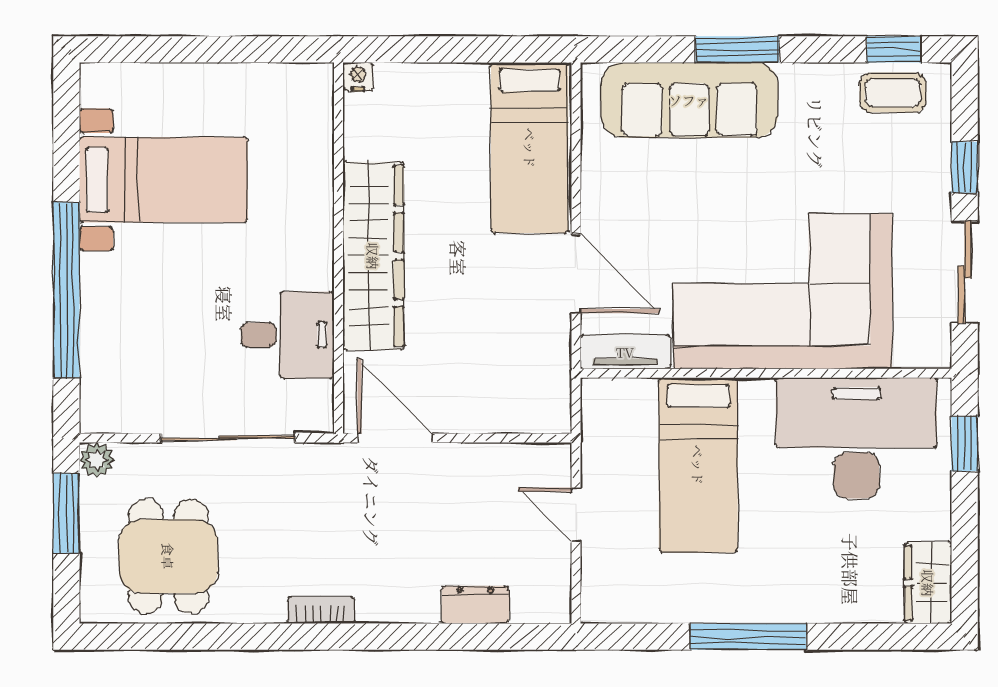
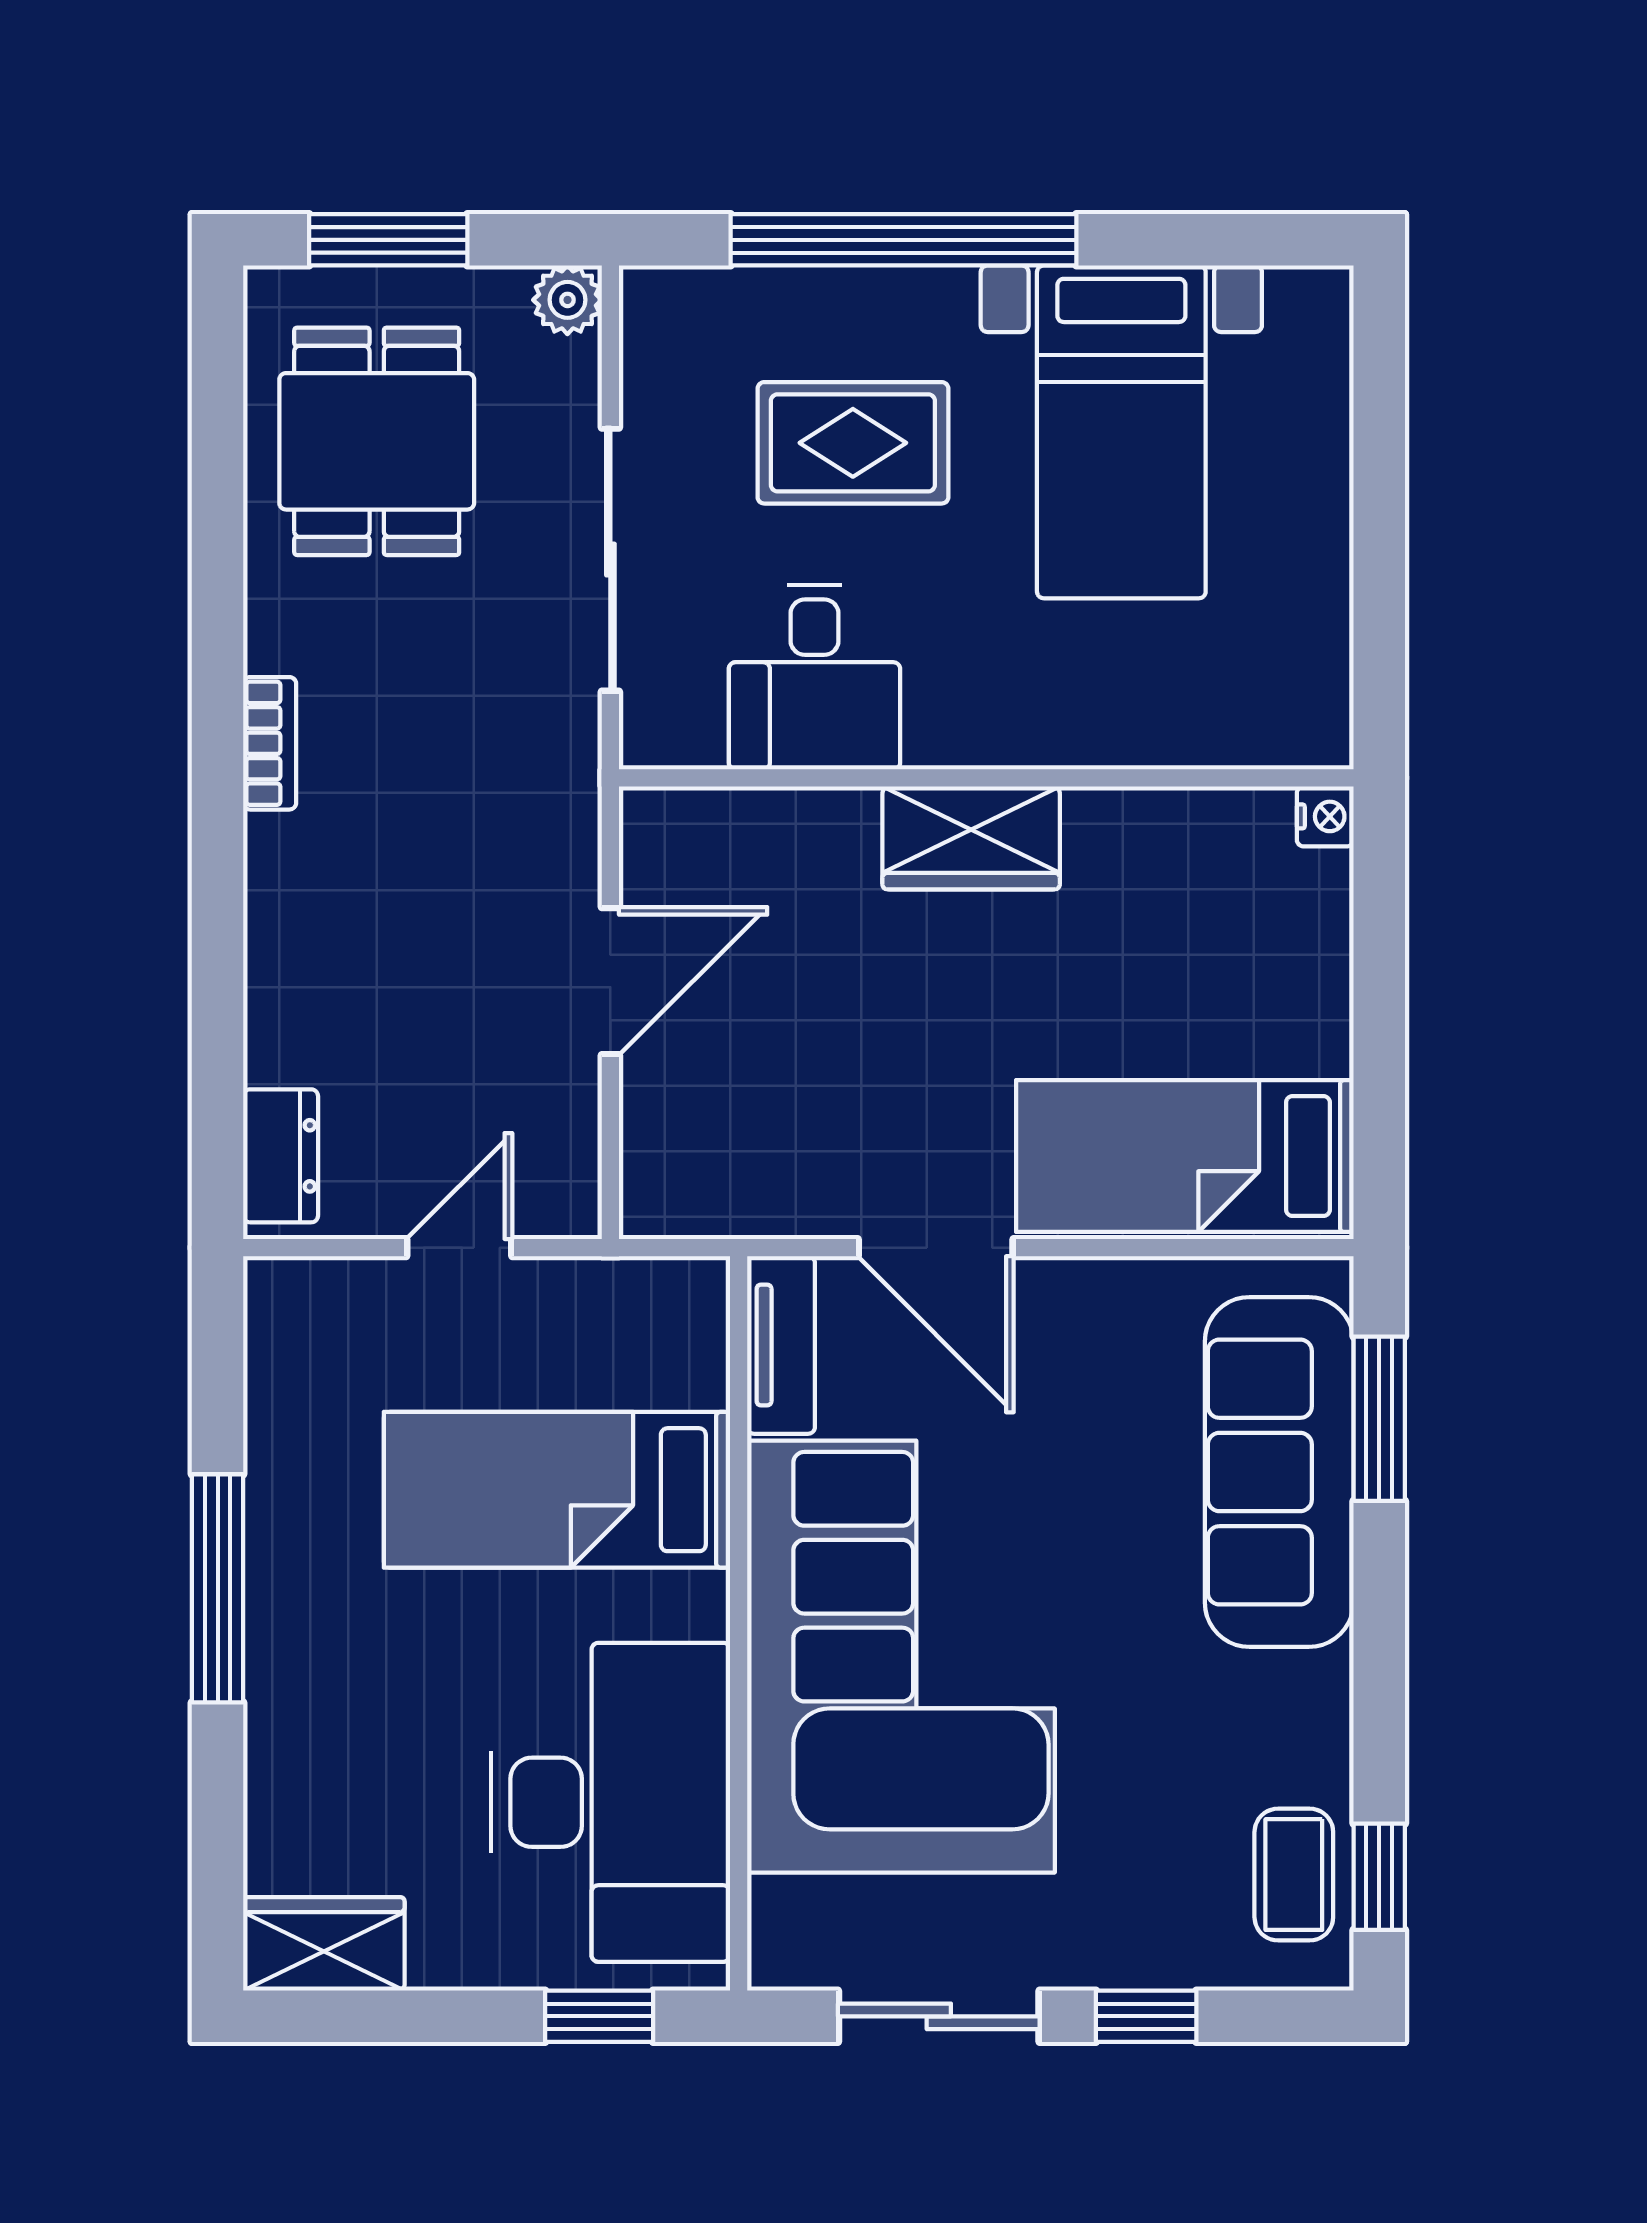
window: (737, 49) -> (1379, 1419), moved
wardrobe: (373, 256) -> (971, 838), width x0.48, depth x0.85
door: (576, 274) -> (936, 1248), hinge flipped
rug: (169, 315) -> (853, 443), added
door: (395, 438) -> (610, 981), moved
window: (66, 513) -> (388, 240), moved
dining table: (168, 556) -> (377, 441), turned 90
dresser: (475, 605) -> (281, 1156), moved

